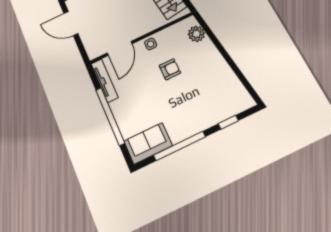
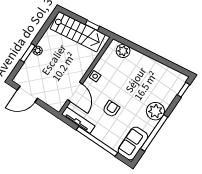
armchair: (170, 69) -> (111, 109), moved
plant: (195, 121) -> (155, 111), added
window: (228, 122) -> (183, 90), moved

